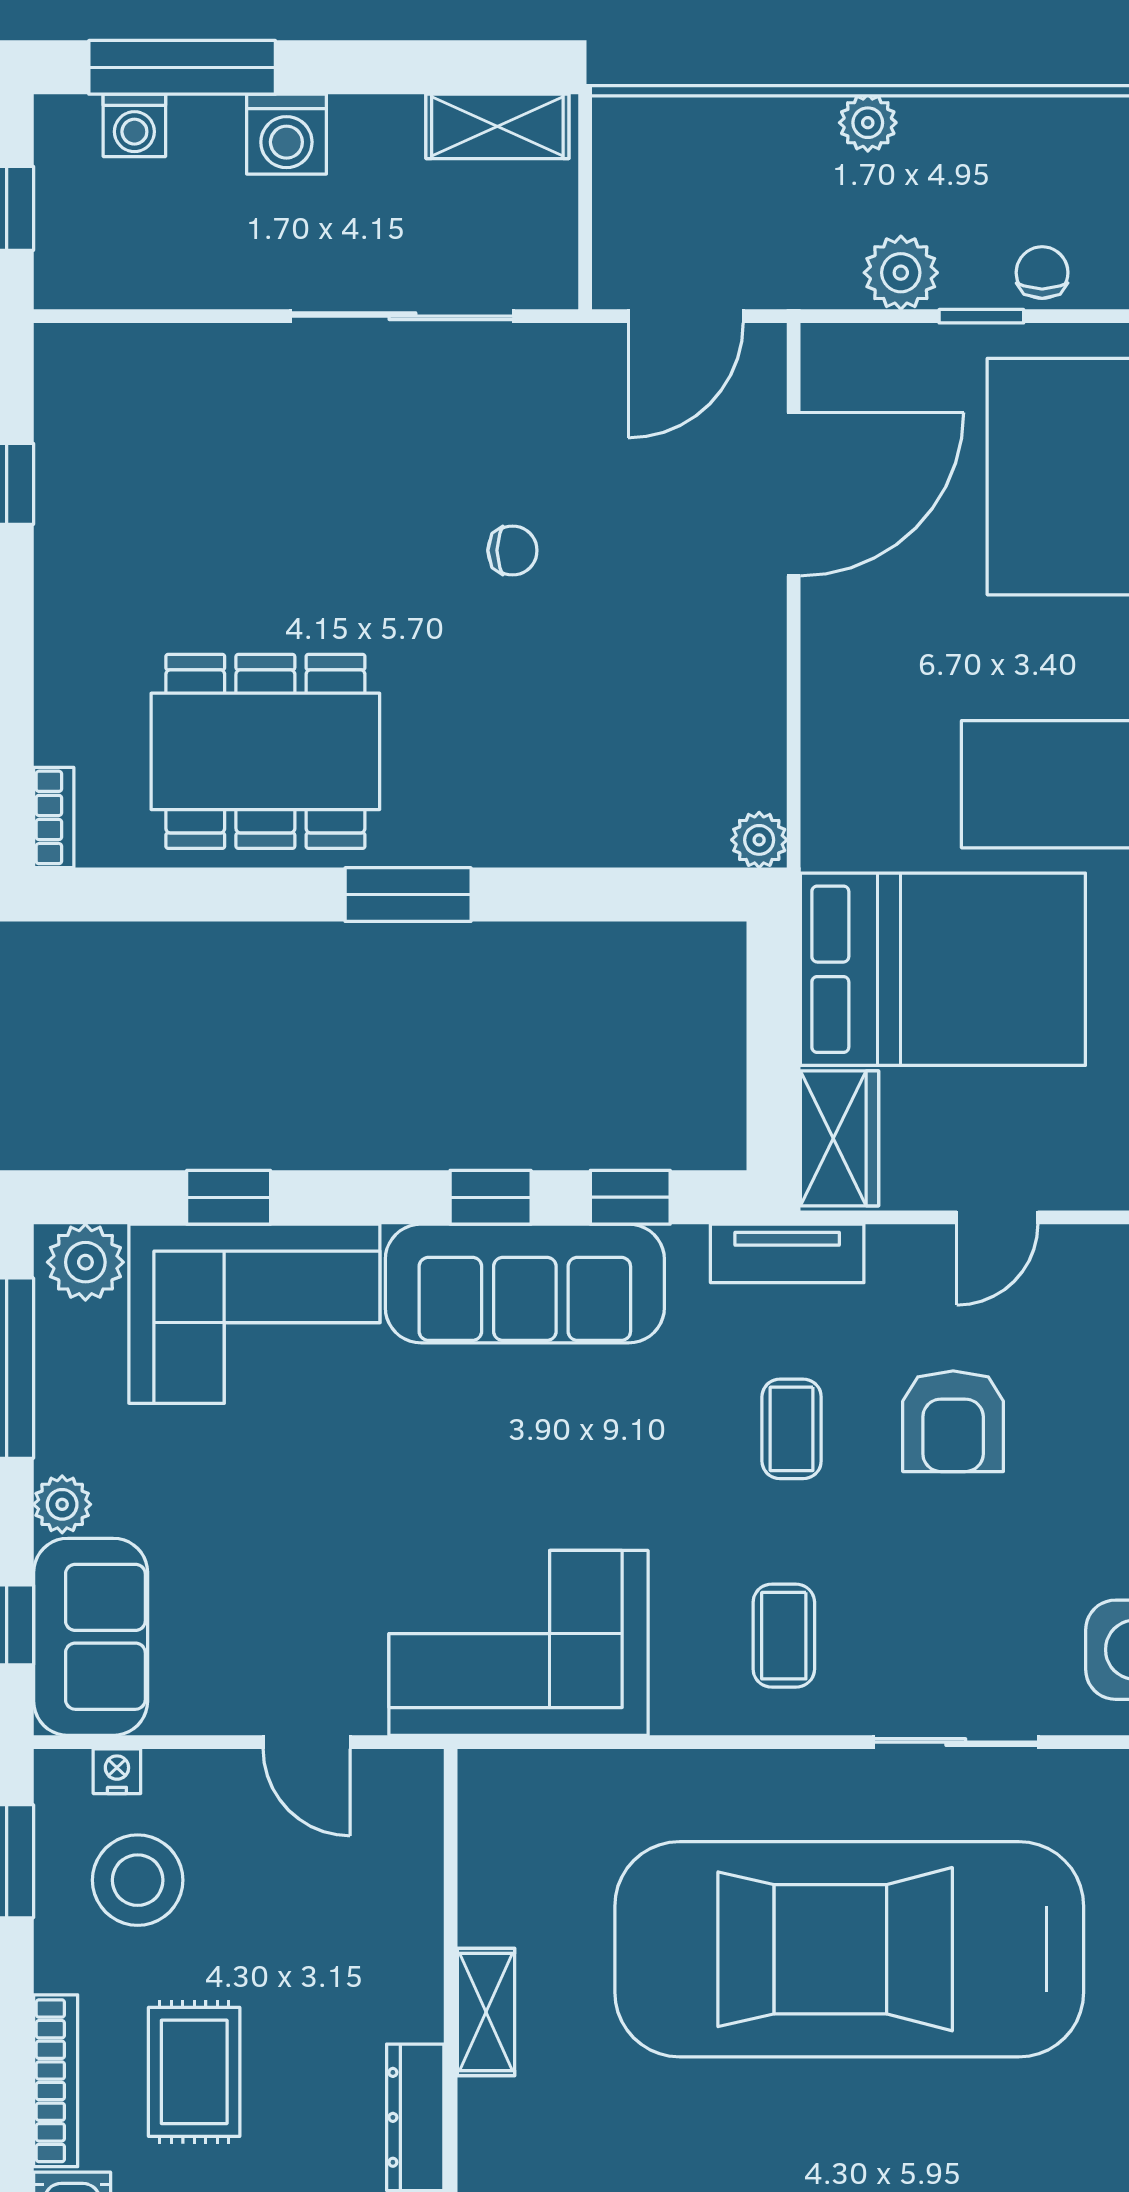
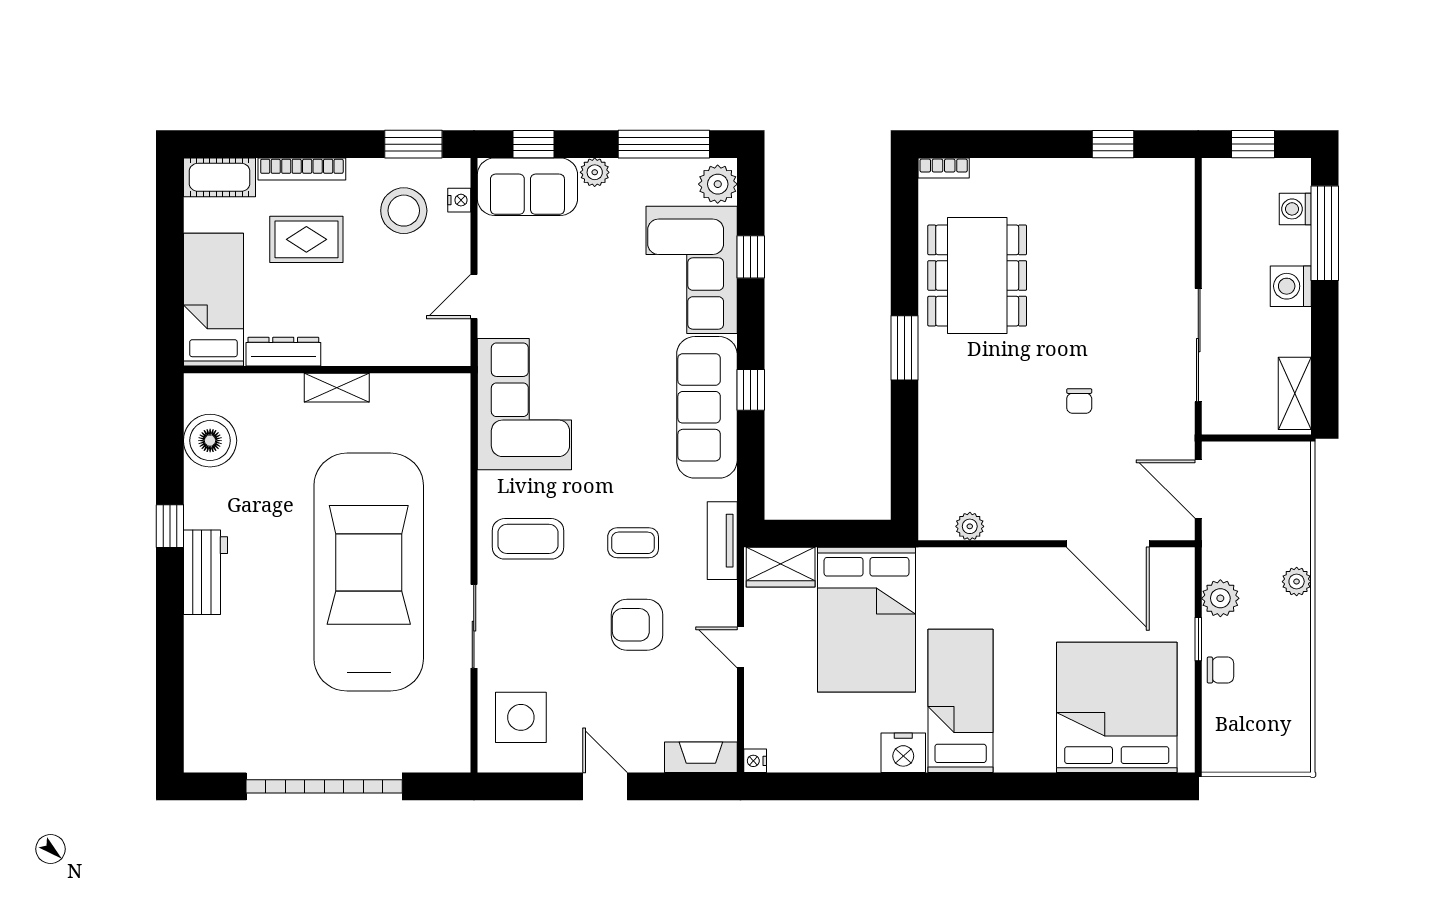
plant: (759, 840) -> (970, 526), moved
window: (630, 1197) -> (751, 461), removed
coffee table: (784, 1636) -> (528, 539), width x1.36, depth x1.30

